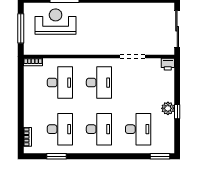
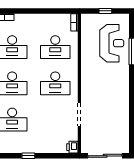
window: (21, 28) -> (105, 11), width x0.46
plant: (168, 108) -> (31, 147), removed

